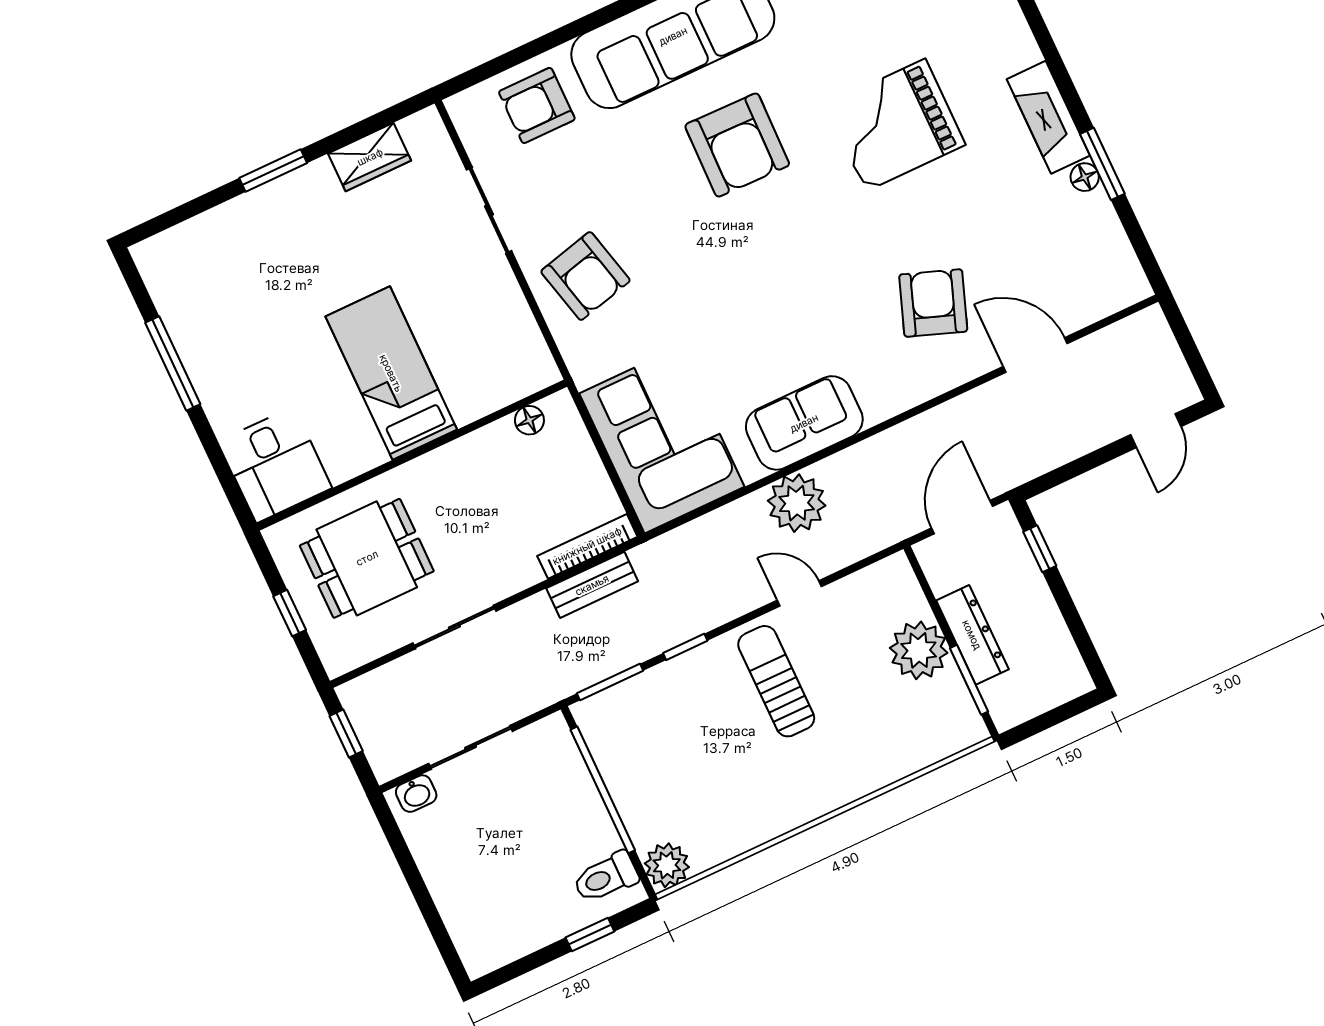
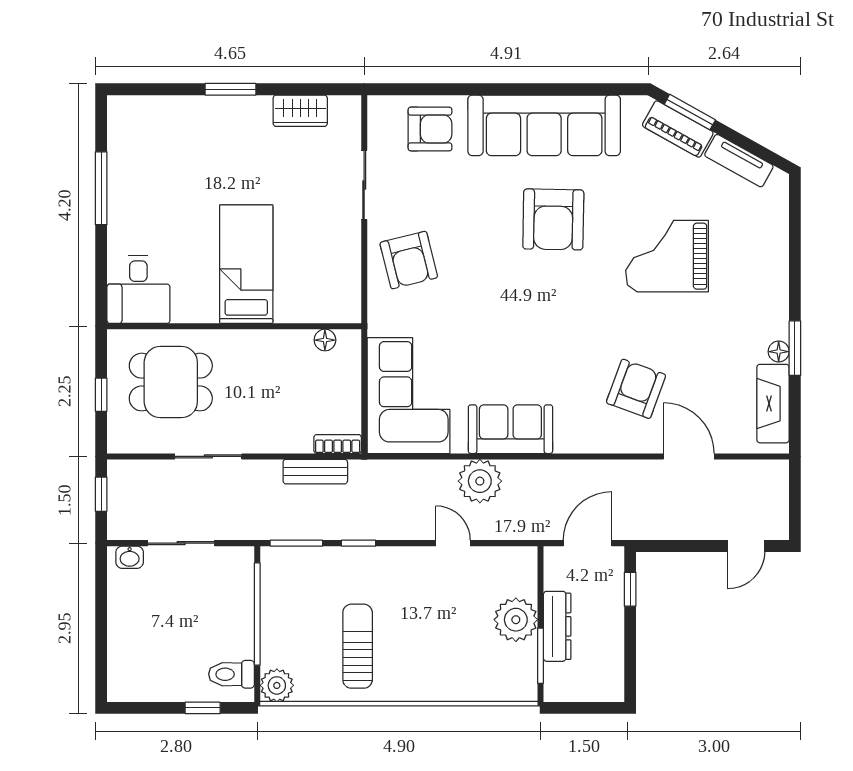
armchair: (537, 105) -> (430, 129), turned 180
fireplace: (1048, 117) -> (773, 404), moved
bookcase: (587, 546) -> (338, 444), width x0.64
sun lounger: (776, 681) -> (358, 646), moved

